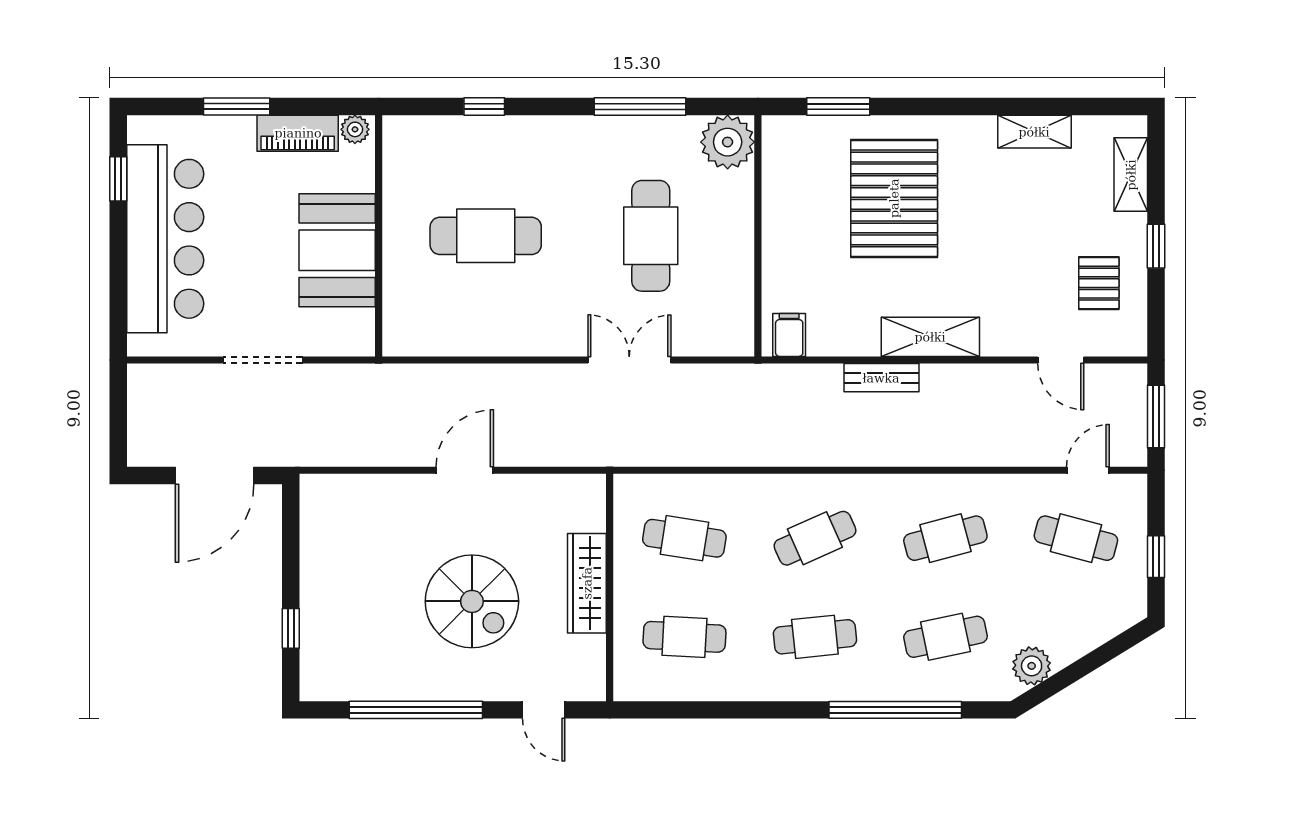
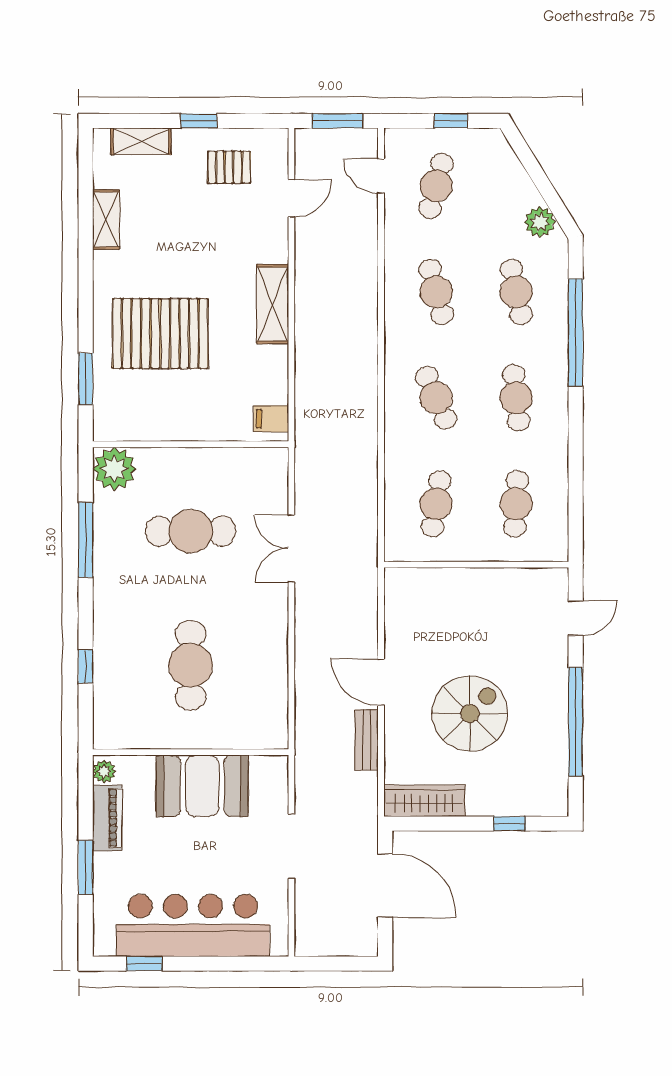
bench: (881, 378) -> (367, 740), moved
wardrobe: (587, 583) -> (424, 801), moved, turned 180
spiral stairs: (472, 601) -> (470, 714), moved

